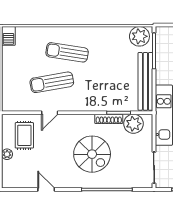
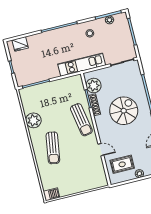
plant: (139, 36) -> (33, 120), moved
bench: (145, 81) -> (60, 84), removed
sun lounger: (52, 82) -> (81, 120), moved

